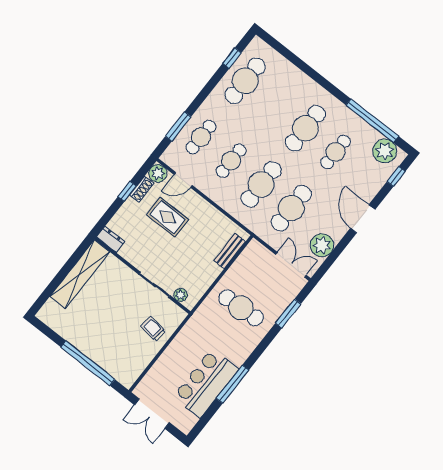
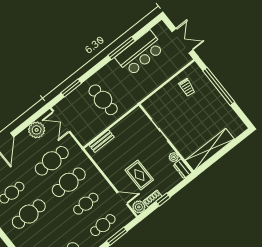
plant: (180, 295) -> (174, 157), moved
trolley: (153, 329) -> (187, 87), moved

